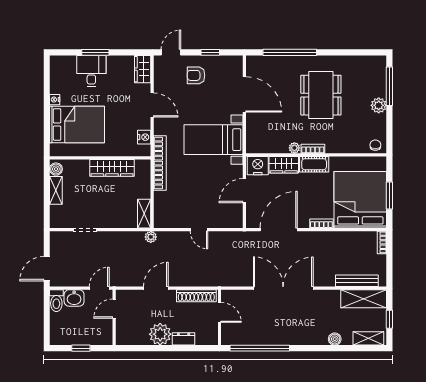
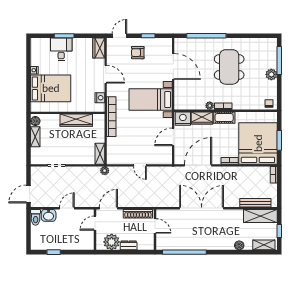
door: (114, 309) -> (95, 223), moved
wall: (114, 317) -> (95, 230), moved

